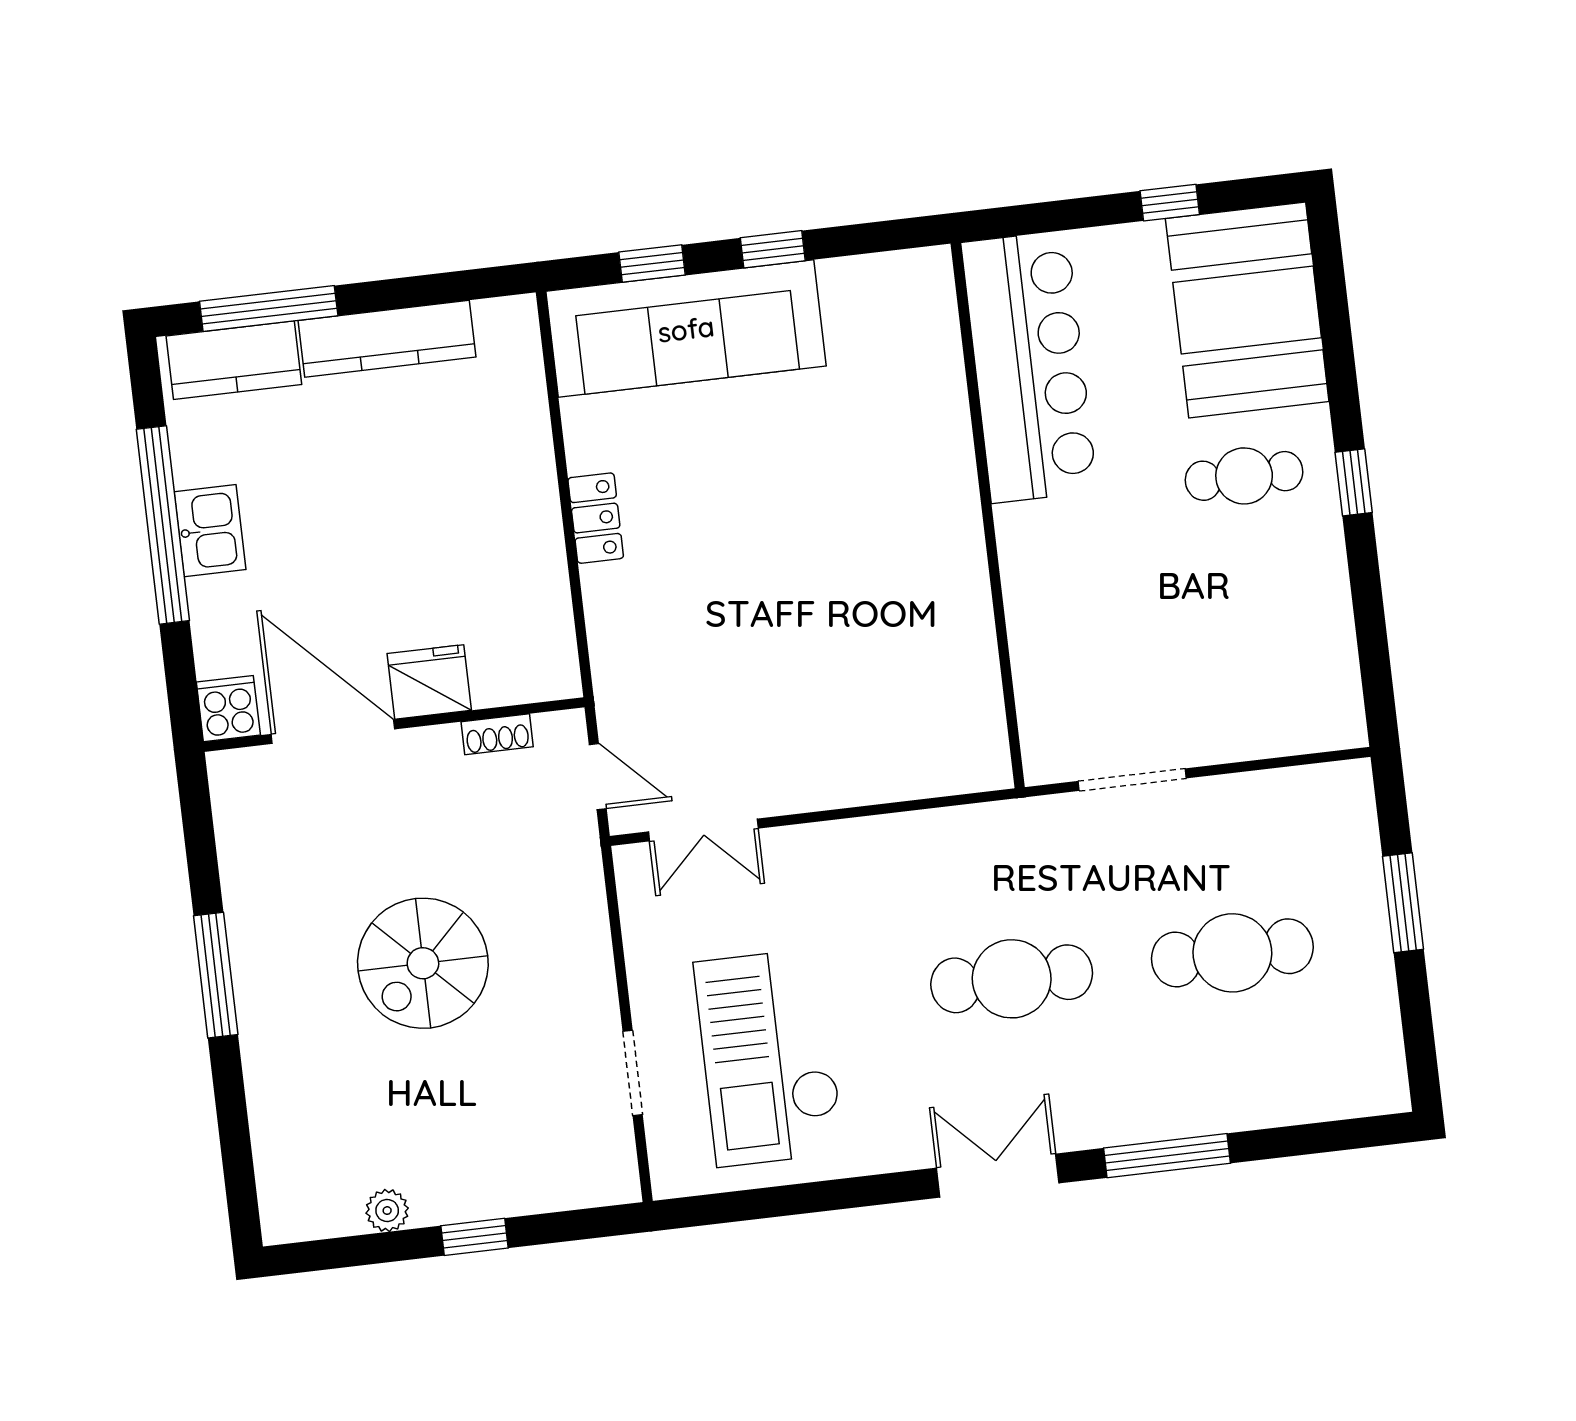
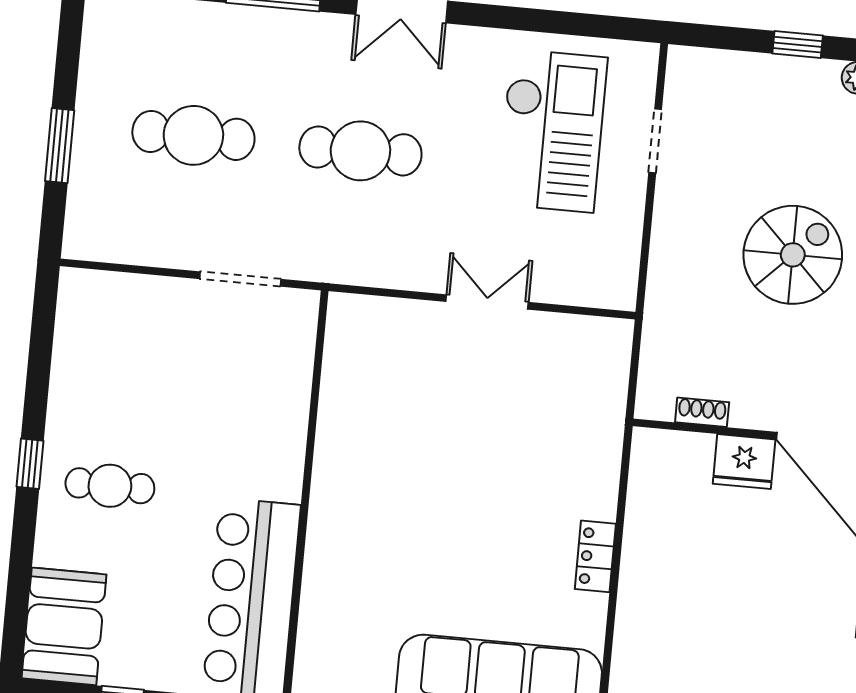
booth: (1247, 310) -> (64, 626), width x0.73, depth x0.70
door: (598, 777) -> (634, 365), removed
double door: (703, 830) -> (487, 302), moved

